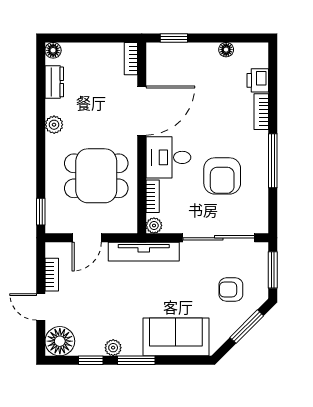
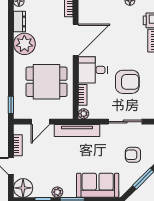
plant: (54, 125) -> (24, 44), width x1.87, depth x1.87
armchair: (222, 176) -> (127, 82), turned -90
sliding door: (219, 238) -> (125, 122), width x0.73

